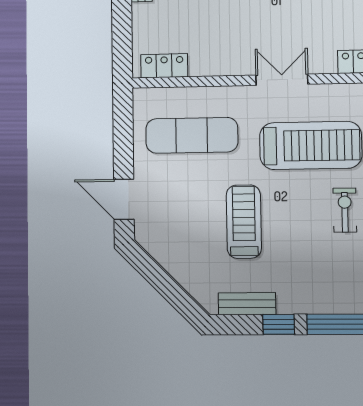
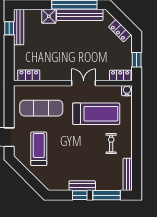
treadmill: (244, 222) -> (39, 149), moved
bench: (247, 304) -> (82, 186), moved

